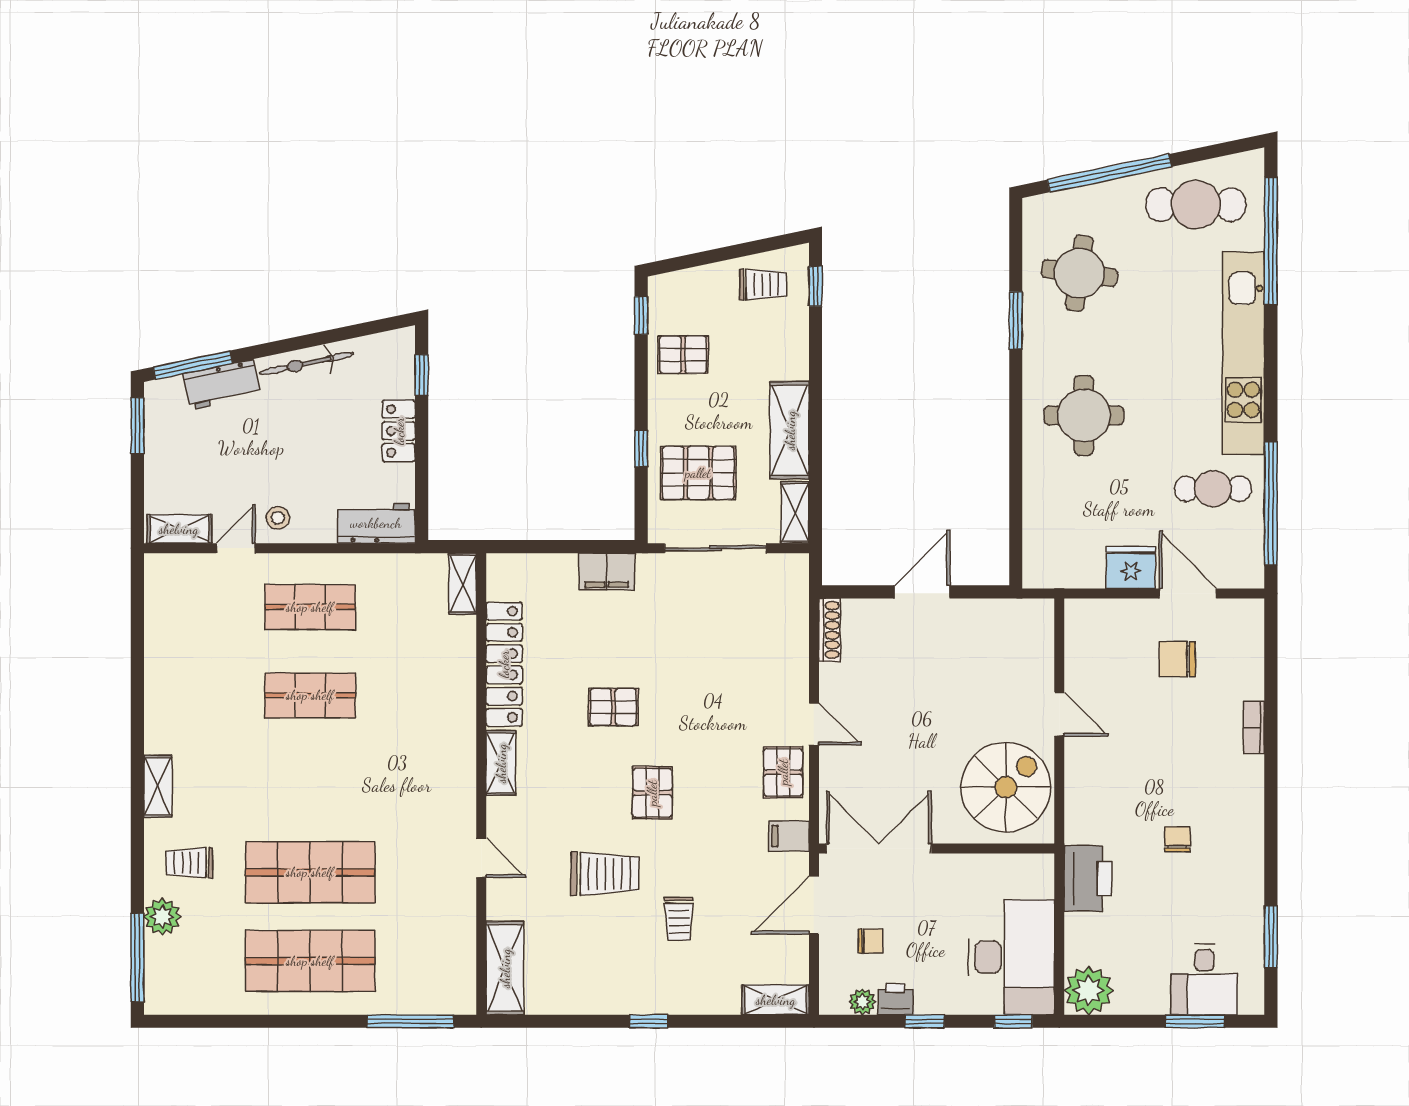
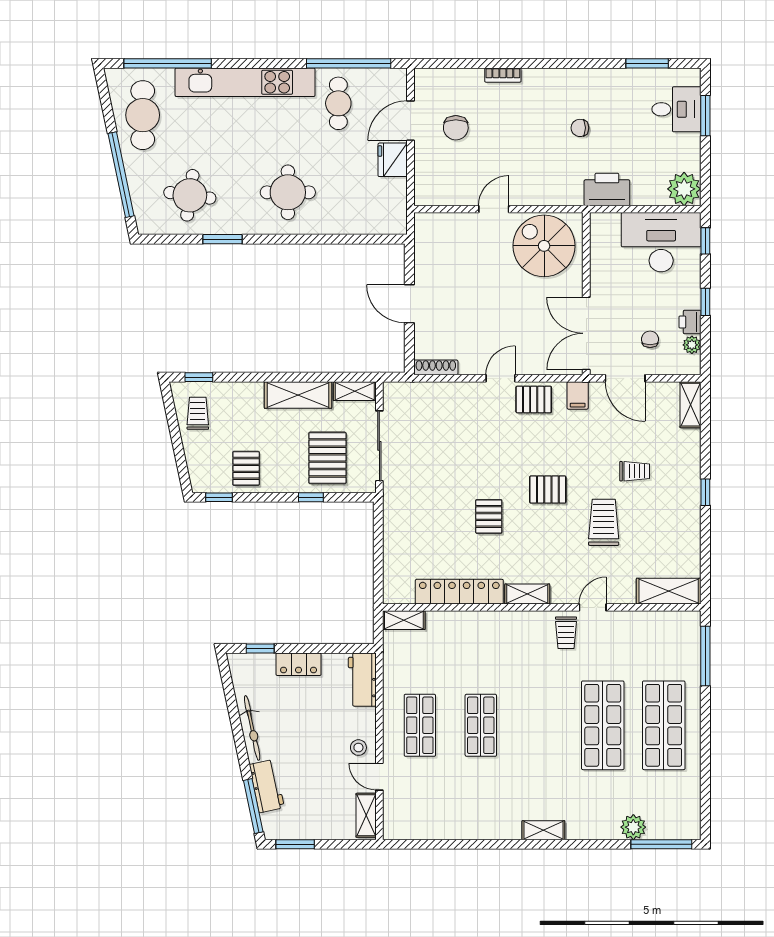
filing cabinet: (607, 572) -> (395, 521), removed
trolley: (189, 863) -> (566, 633), moved

